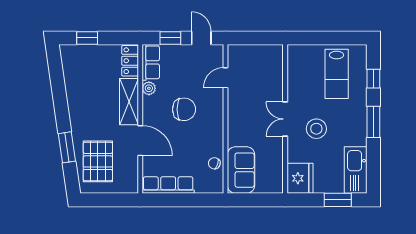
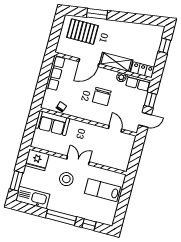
lab bench: (337, 74) -> (103, 190), moved
window: (373, 122) -> (61, 217), width x1.44

